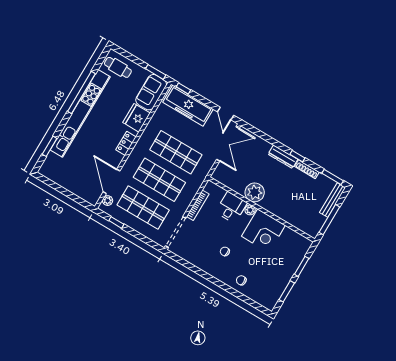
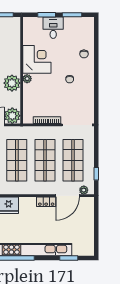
locker: (126, 143) -> (46, 202), moved
plant: (222, 174) -> (12, 116), added
desk: (231, 207) -> (53, 28), moved, turned 90

